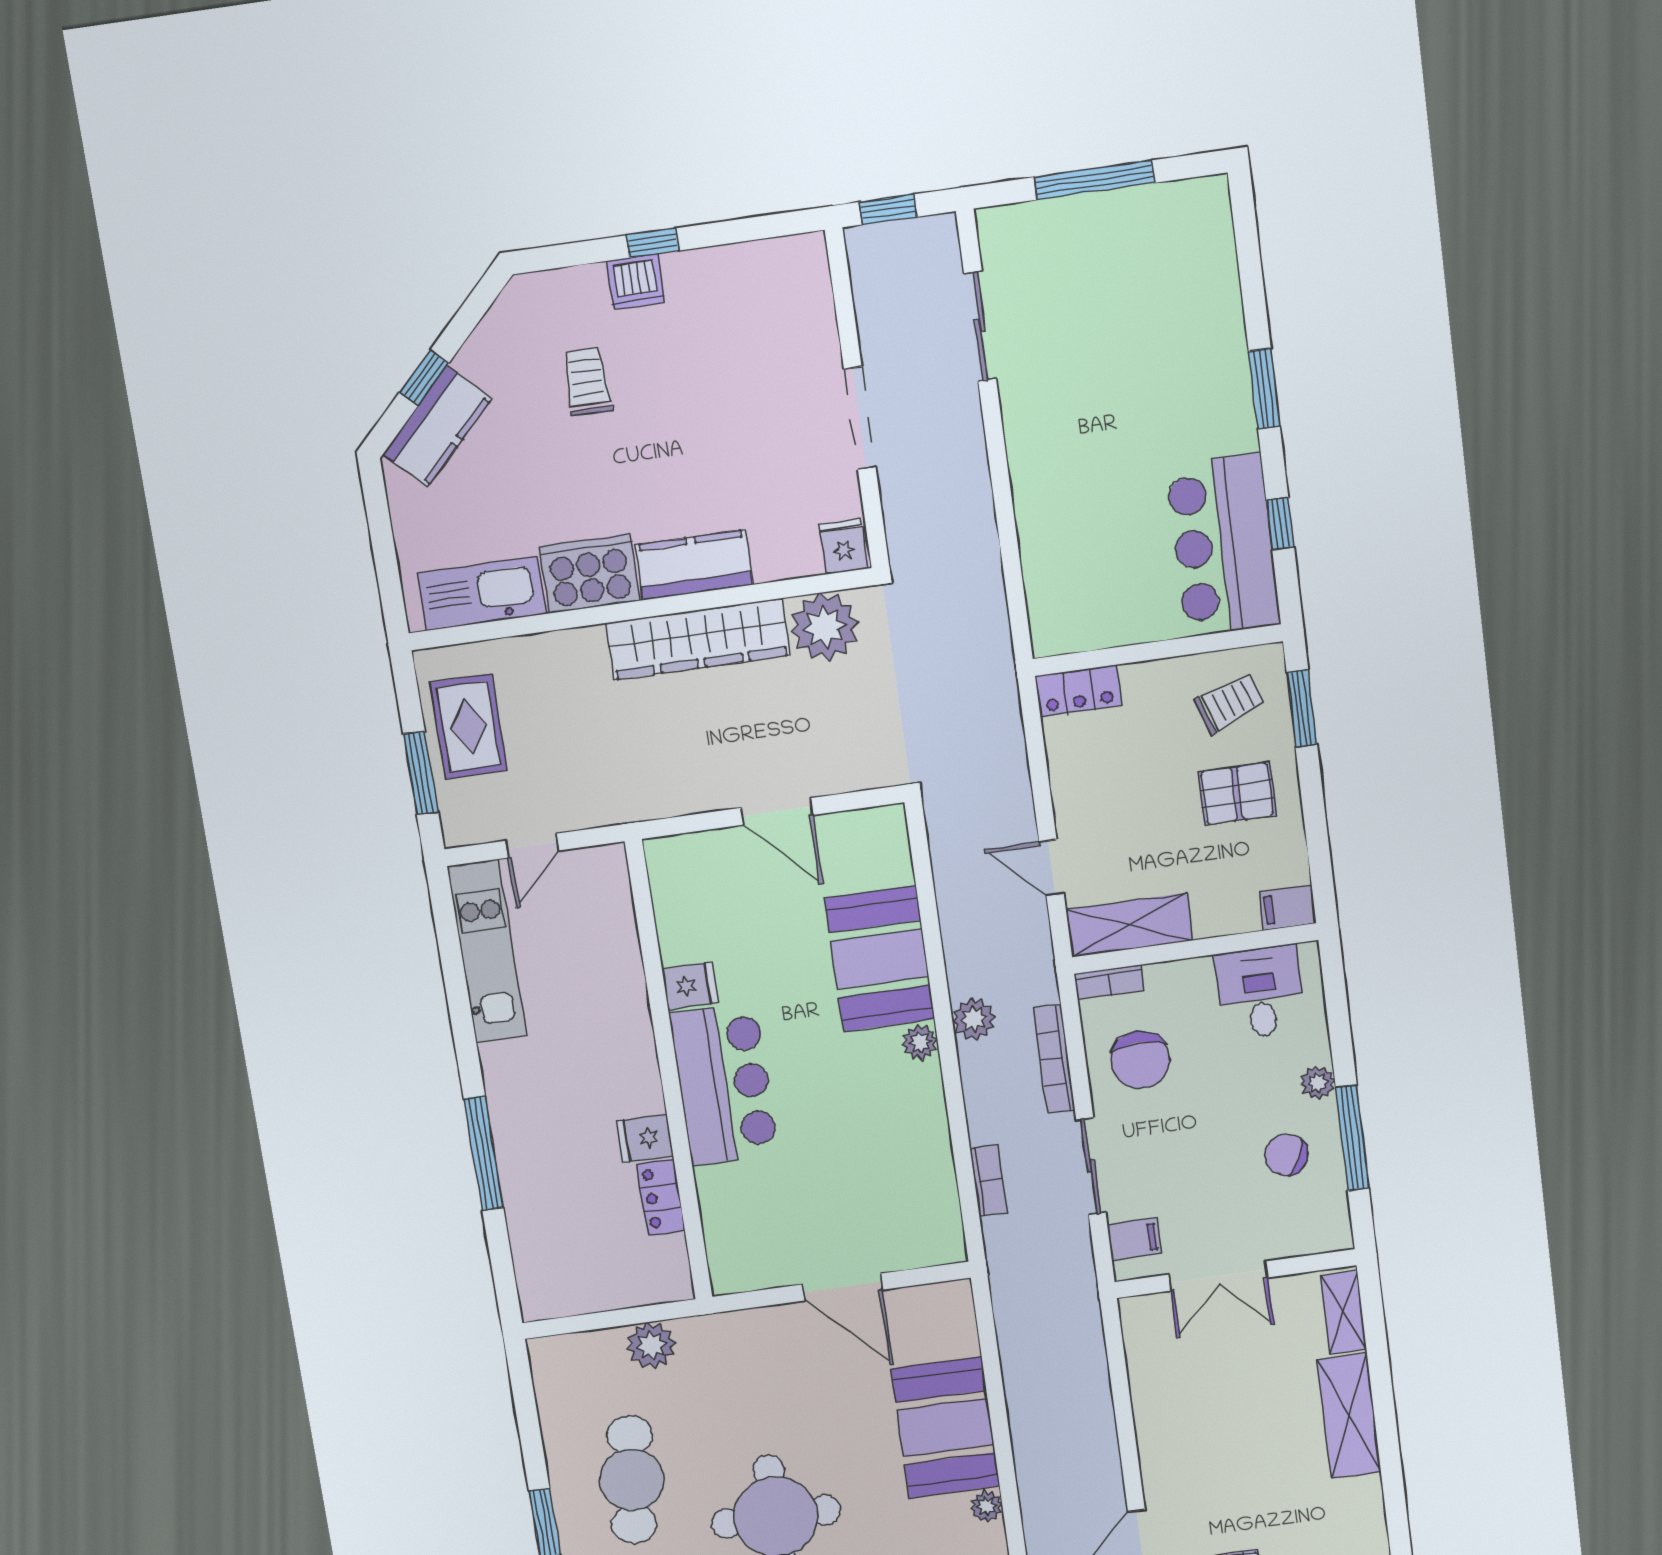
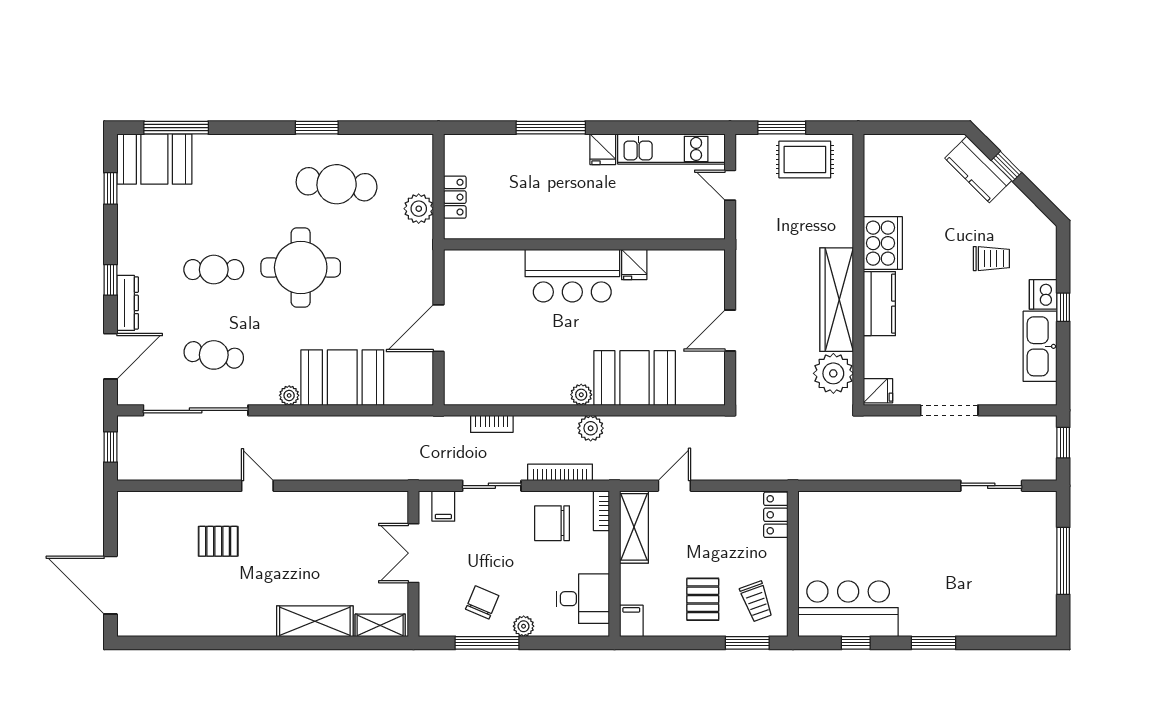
kitchen sink: (482, 593) -> (1040, 346), moved, turned 180
fridge: (645, 1138) -> (603, 149), moved, turned 180
locker: (661, 1197) -> (455, 197), moved, turned 90

